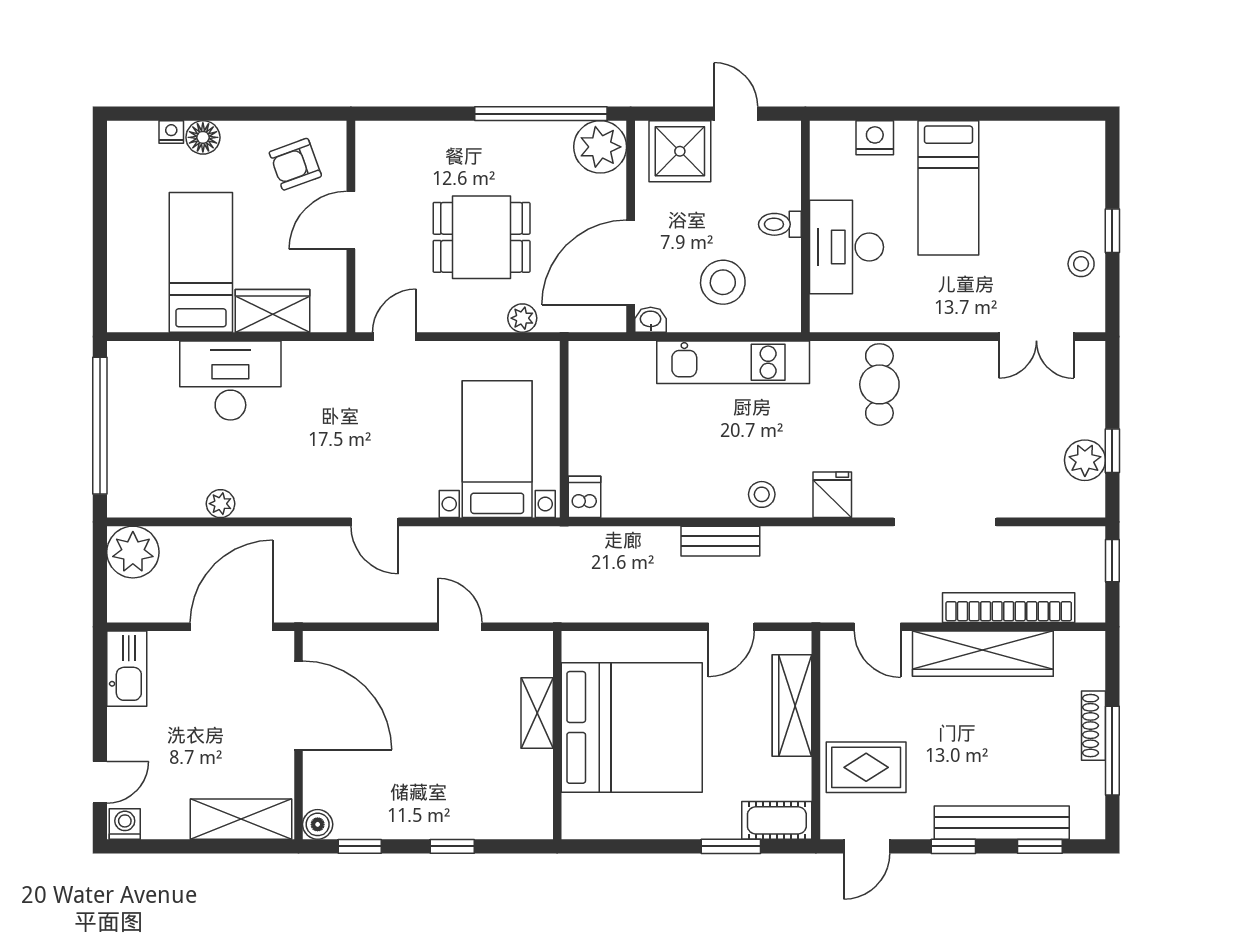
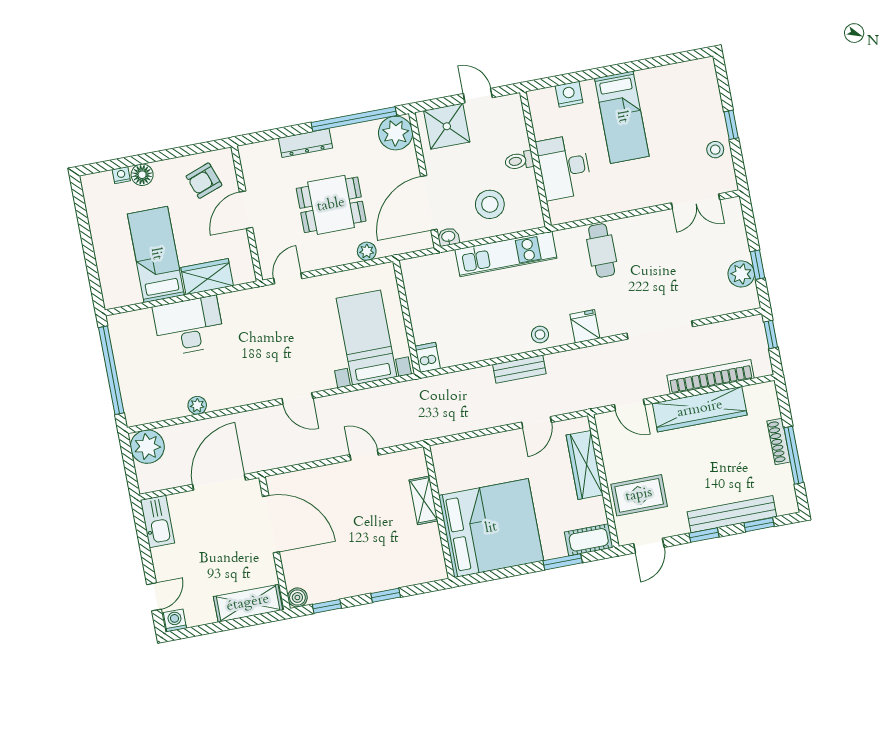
dresser: (461, 136) -> (306, 143), added
bed: (632, 727) -> (491, 528), moved

